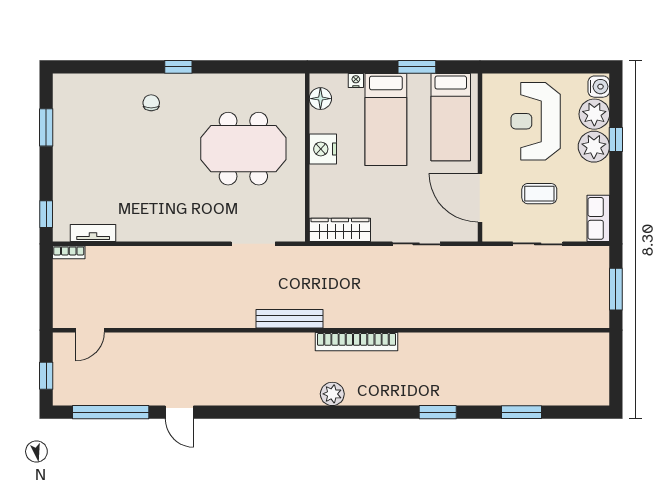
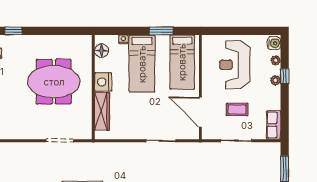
plant: (594, 114) -> (276, 60), width x0.53, depth x0.53
plant: (594, 147) -> (275, 80), width x0.53, depth x0.53
wardrobe: (340, 230) -> (102, 111), moved, turned 90

